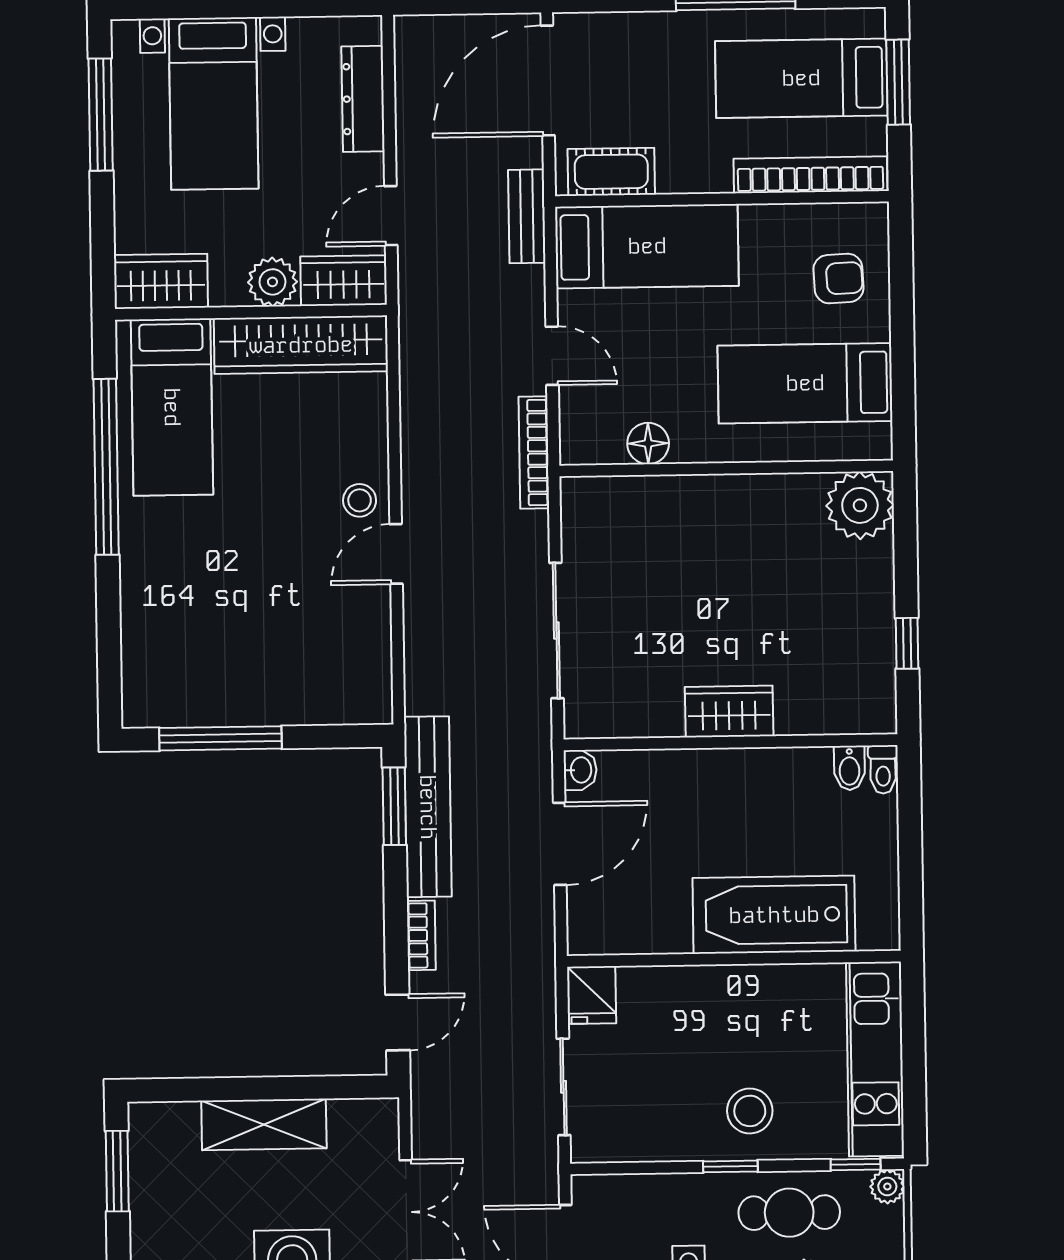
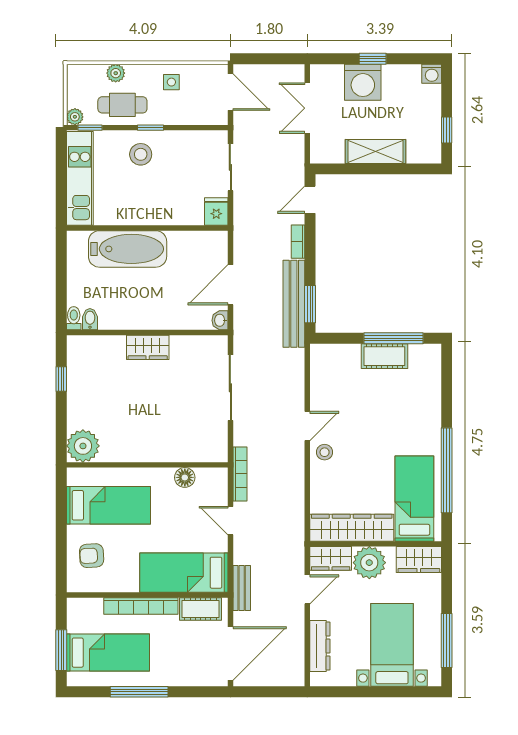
bookcase: (810, 175) -> (141, 606), moved
plant: (272, 282) -> (369, 563), width x1.36, depth x1.36
cot: (239, 701) -> (384, 356), added
window: (117, 1171) -> (447, 130), width x0.67

